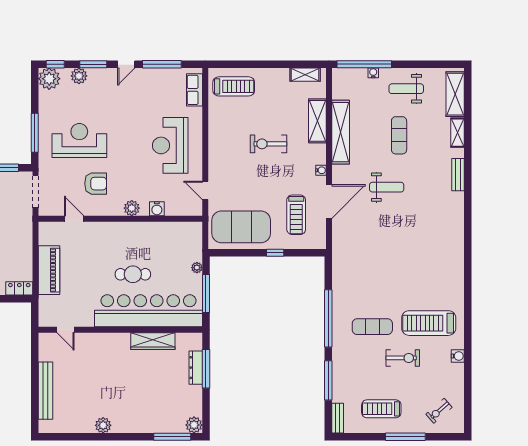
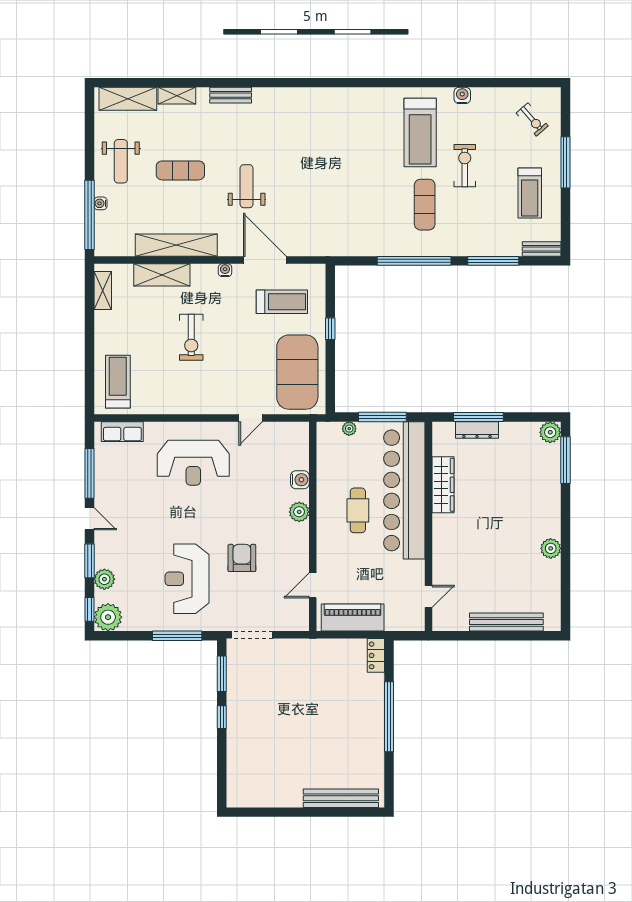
plant: (132, 208) -> (299, 512), moved
water cooler: (157, 209) -> (300, 480), moved
door: (74, 219) -> (313, 585), moved
wall: (120, 219) -> (313, 526), moved

